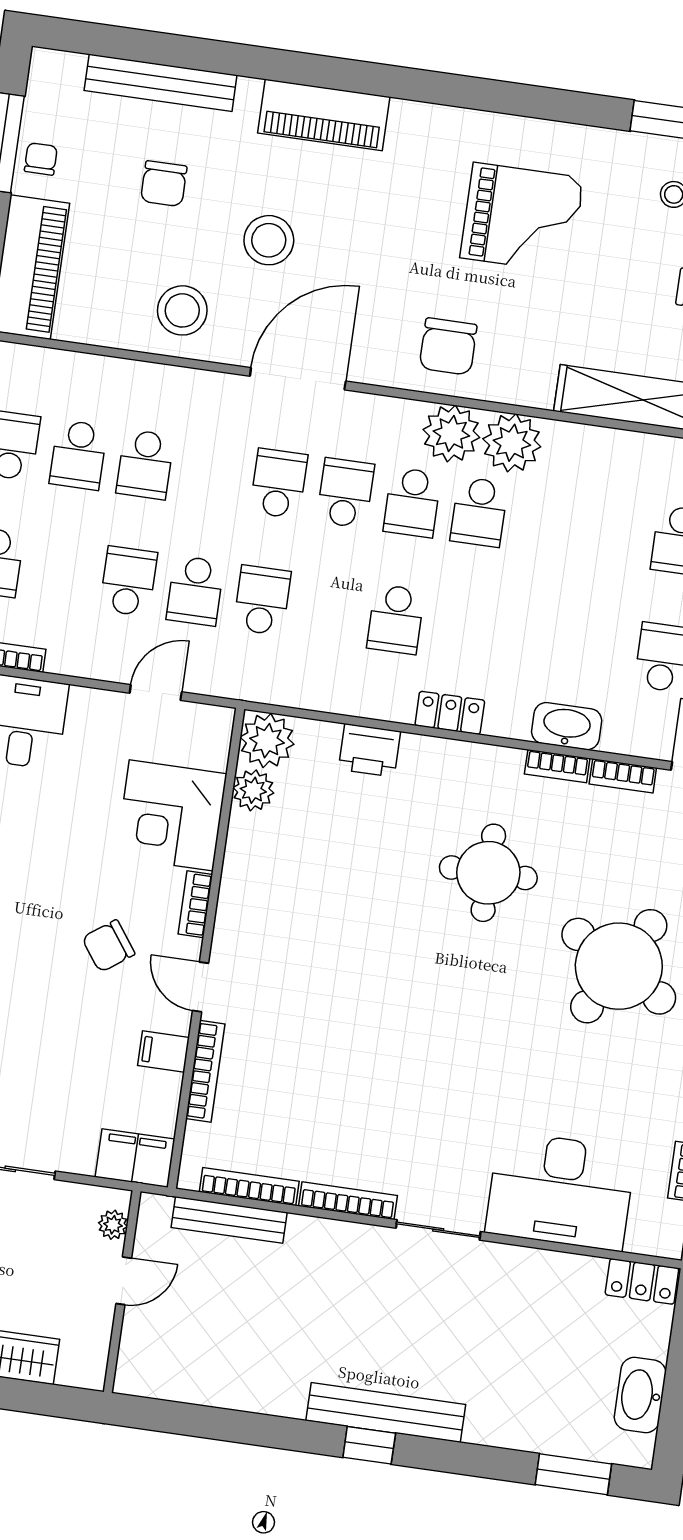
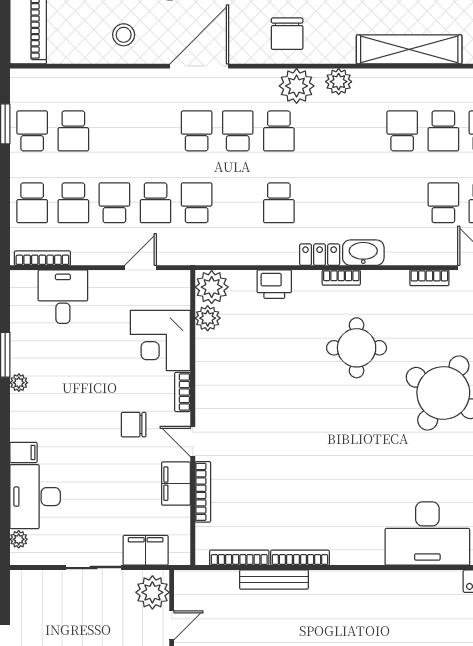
stool: (182, 310) -> (124, 35), width x0.73, depth x0.73
plant: (512, 443) -> (339, 82), width x0.73, depth x0.73
school desk: (145, 464) -> (73, 203), moved
school desk: (479, 512) -> (402, 131), moved, turned 180
washbasin: (567, 726) -> (363, 253), moved
bookcase: (557, 766) -> (341, 278), moved
chair: (108, 946) -> (134, 425), turned 36
filing cabinet: (164, 1052) -> (176, 484), width x2.00
filing cabinet: (135, 1158) -> (146, 550), moved
bench: (229, 1220) -> (274, 580), moved
plant: (113, 1225) -> (152, 592), width x1.88, depth x1.88
sliding door: (438, 1230) -> (357, 568), removed

